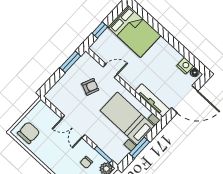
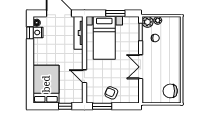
window: (191, 59) -> (30, 33), added
armchair: (90, 87) -> (111, 93), moved
double door: (73, 127) -> (141, 67), swing flipped

